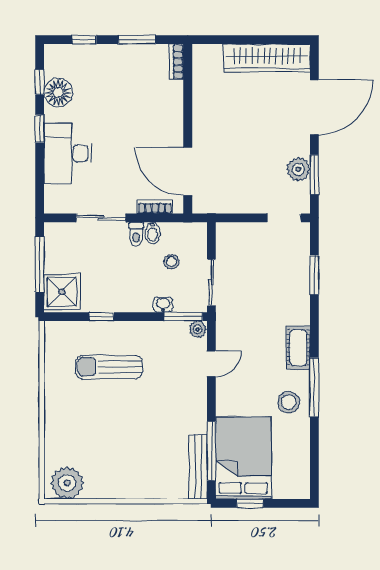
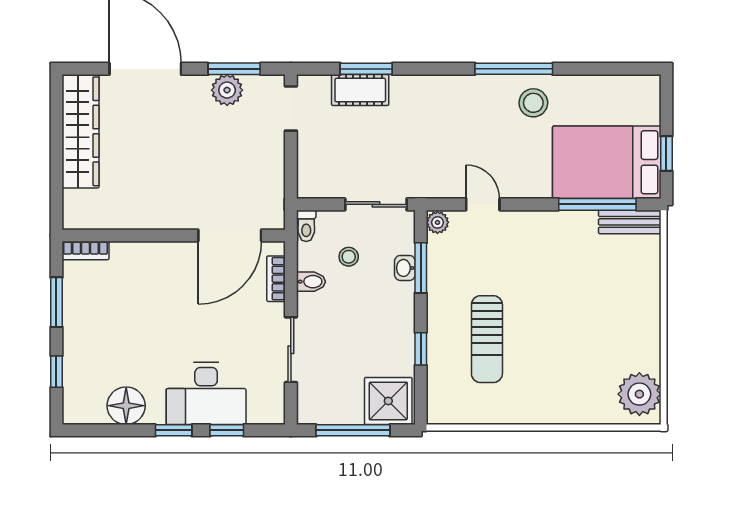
window: (40, 82) -> (227, 430), moved
toilet: (136, 234) -> (306, 226), moved, turned 90
window: (183, 317) -> (421, 268), moved
cot: (298, 348) -> (360, 90), moved
bench: (198, 467) -> (630, 222), width x0.73

